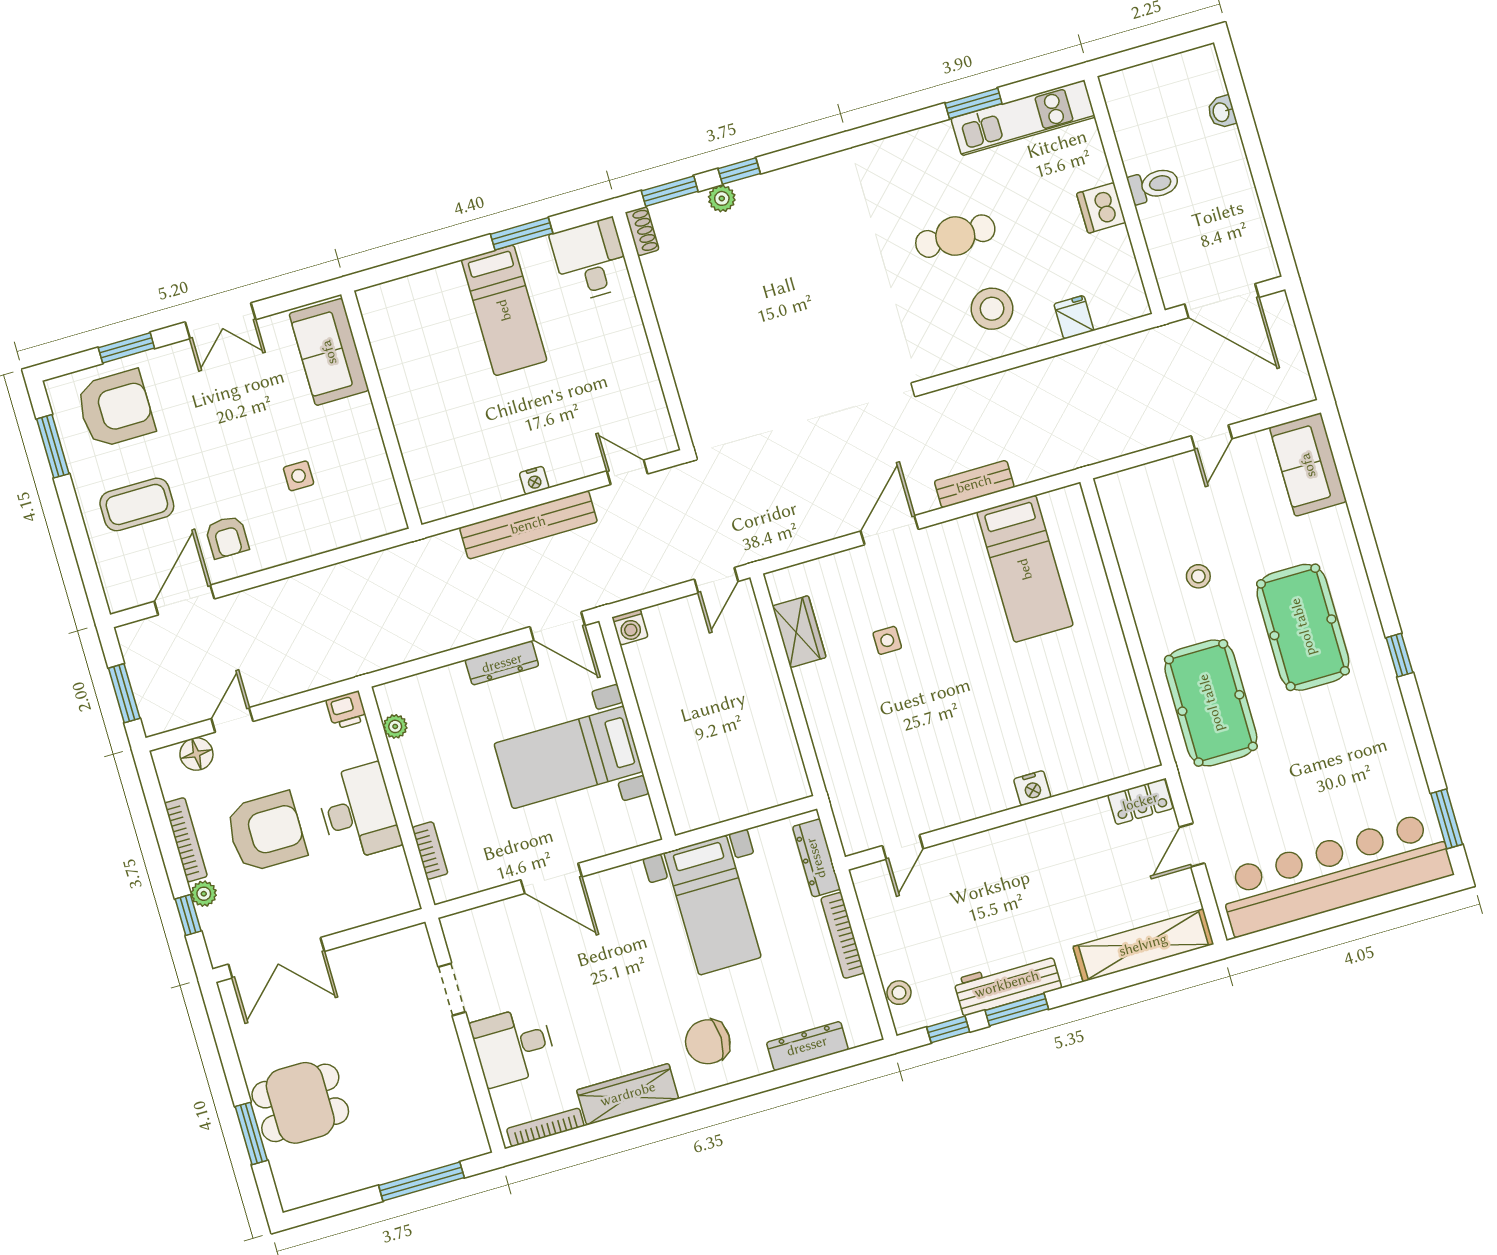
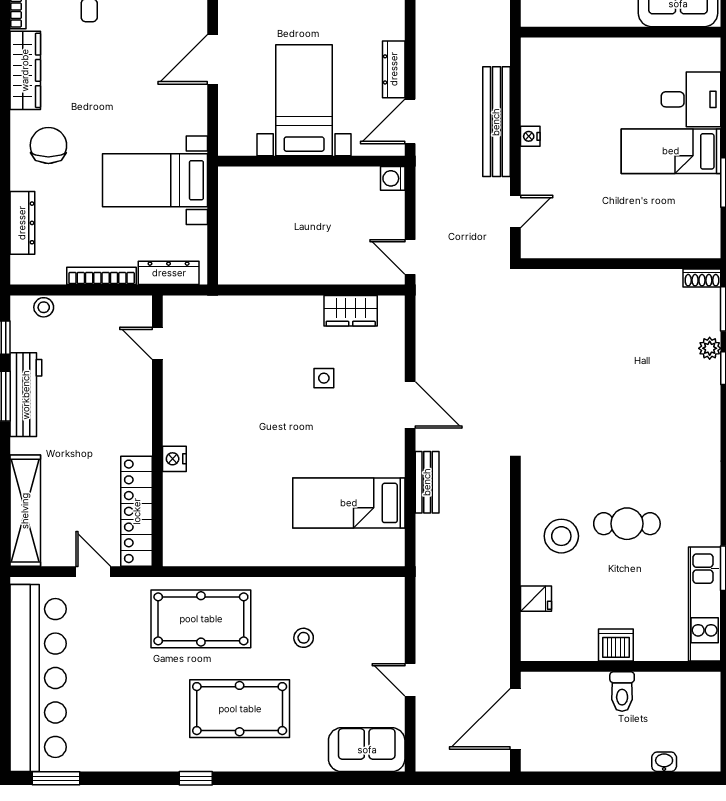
cafe table: (955, 236) -> (627, 524), turned 90
desk: (591, 260) -> (691, 99), moved
locker: (1140, 802) -> (137, 511), width x2.16, depth x1.21

